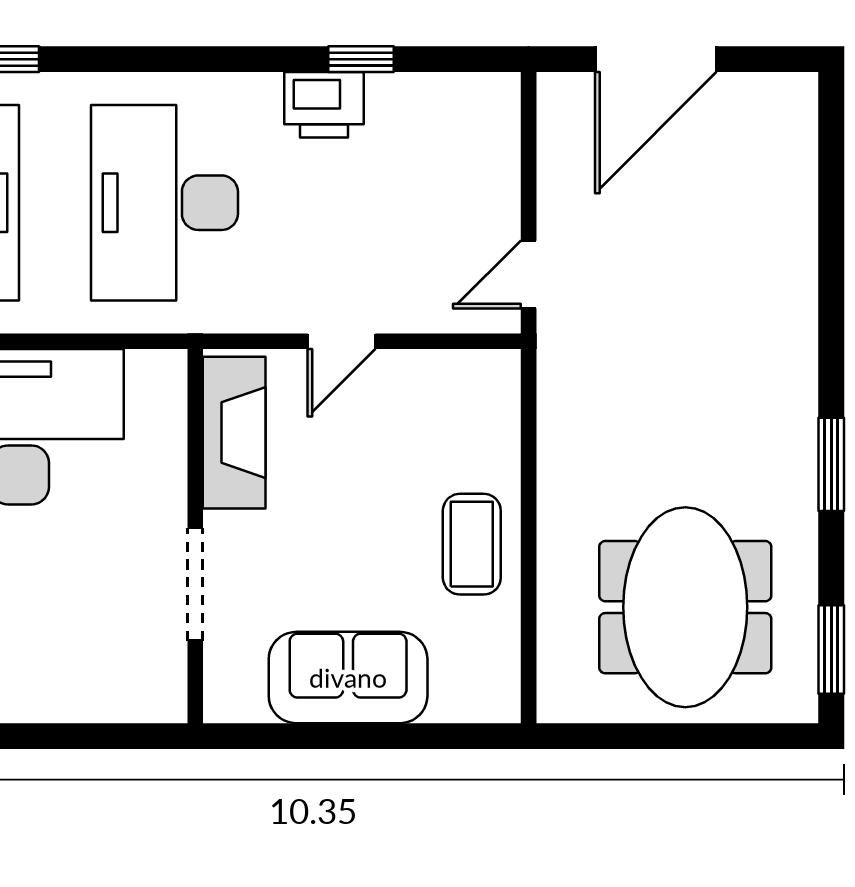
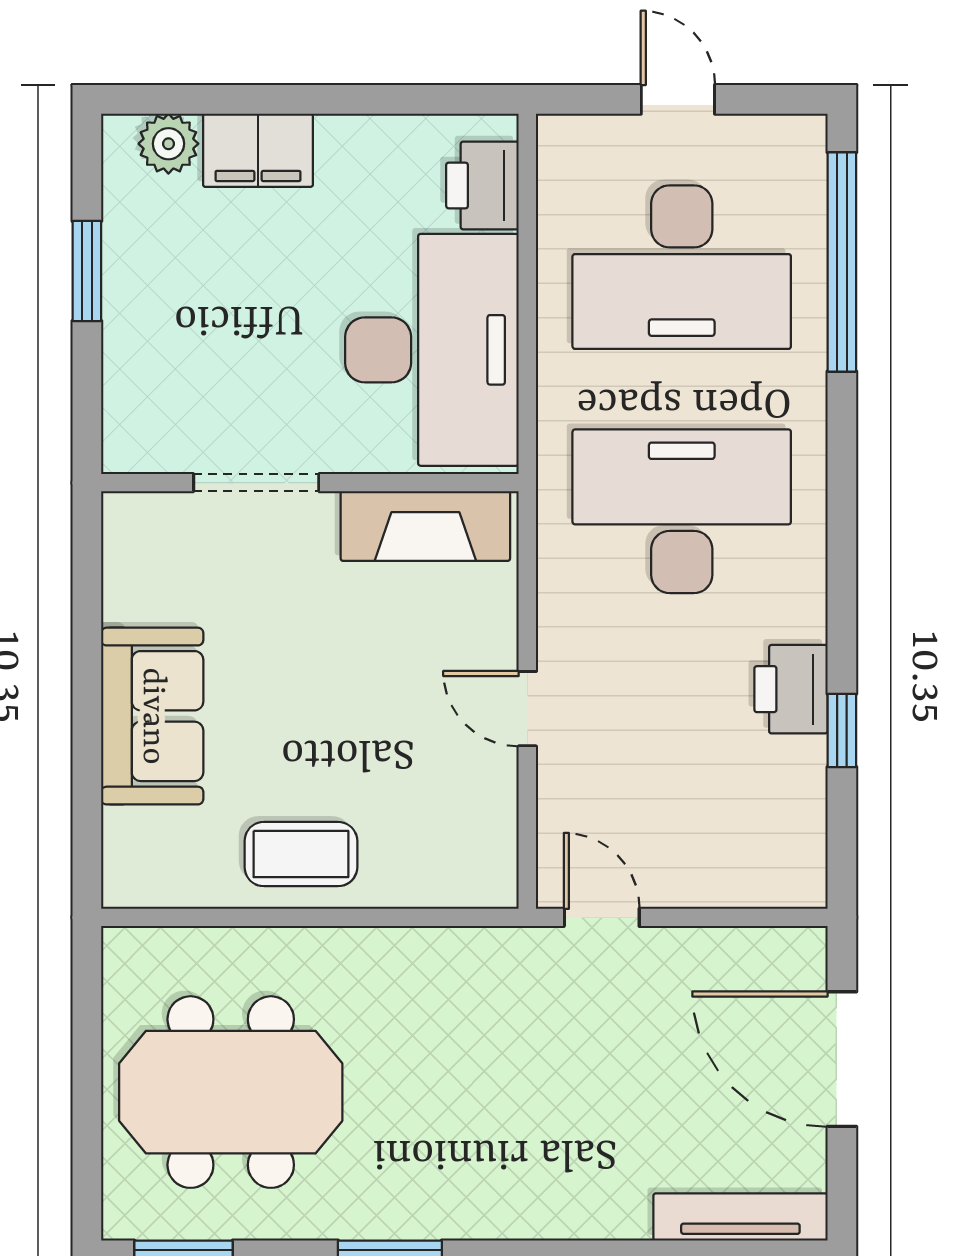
tv unit: (797, 150) -> (740, 1217), added
fireplace: (234, 433) -> (425, 526), moved
wall: (195, 536) -> (310, 483), moved
doorway: (195, 584) -> (256, 483), moved

